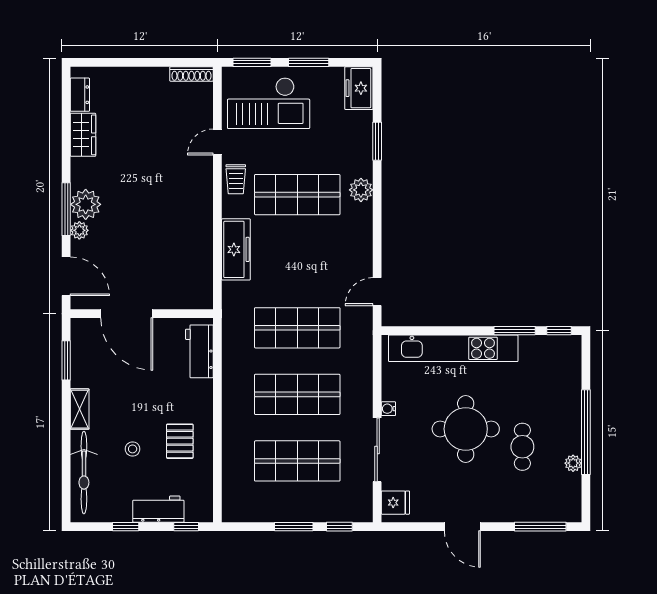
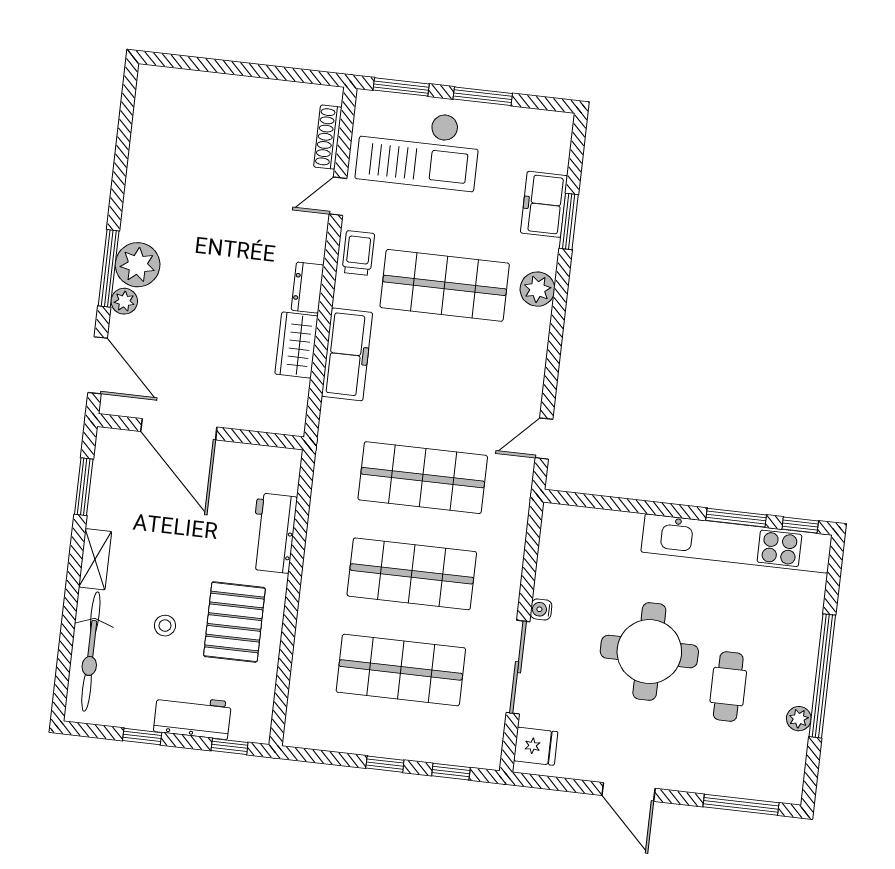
shoe rack: (192, 74) -> (328, 137), moved, turned 90
freezer: (359, 88) -> (544, 204), moved
dresser: (80, 95) -> (308, 288), moved, turned 180
wardrobe: (83, 135) -> (296, 345), moved, turned 180
trolley: (236, 179) -> (358, 253), turned 180
kitchen unit: (453, 348) -> (736, 543), moved
workbench: (199, 351) -> (273, 533), moved
pallet: (180, 441) -> (234, 622), width x1.50, depth x1.42
window: (294, 527) -> (385, 764), width x0.67

